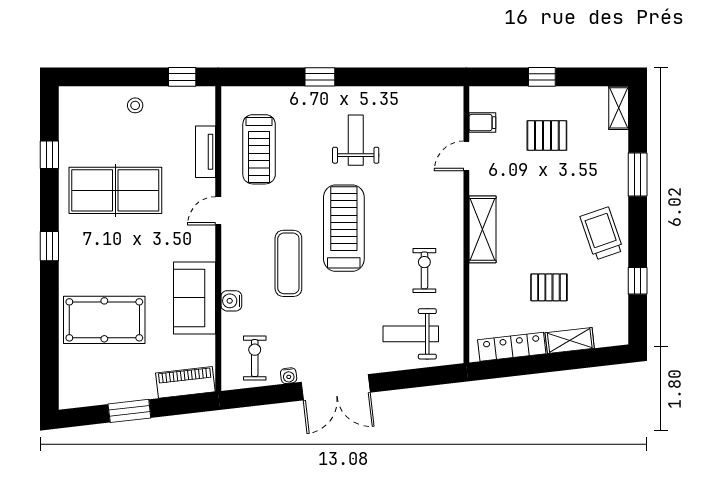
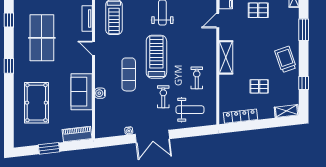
table tennis table: (115, 190) -> (42, 38), turned 90
door: (218, 211) -> (93, 48), hinge flipped
pool table: (104, 320) -> (36, 103), turned 90
weight bench: (411, 334) -> (190, 110), turned 180
shelving: (570, 340) -> (287, 111), moved
exercise bike: (255, 358) -> (163, 97), moved

